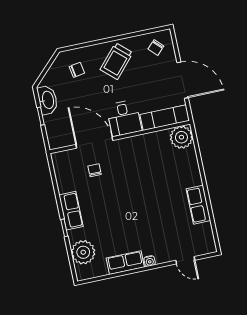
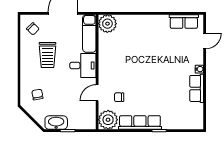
trolley: (116, 61) -> (47, 55), moved, turned 48
door: (94, 142) -> (97, 93), width x0.53
row of seats: (198, 205) -> (184, 22), moved
row of seats: (71, 211) -> (140, 122), width x1.48
plant: (83, 252) -> (108, 120), moved

